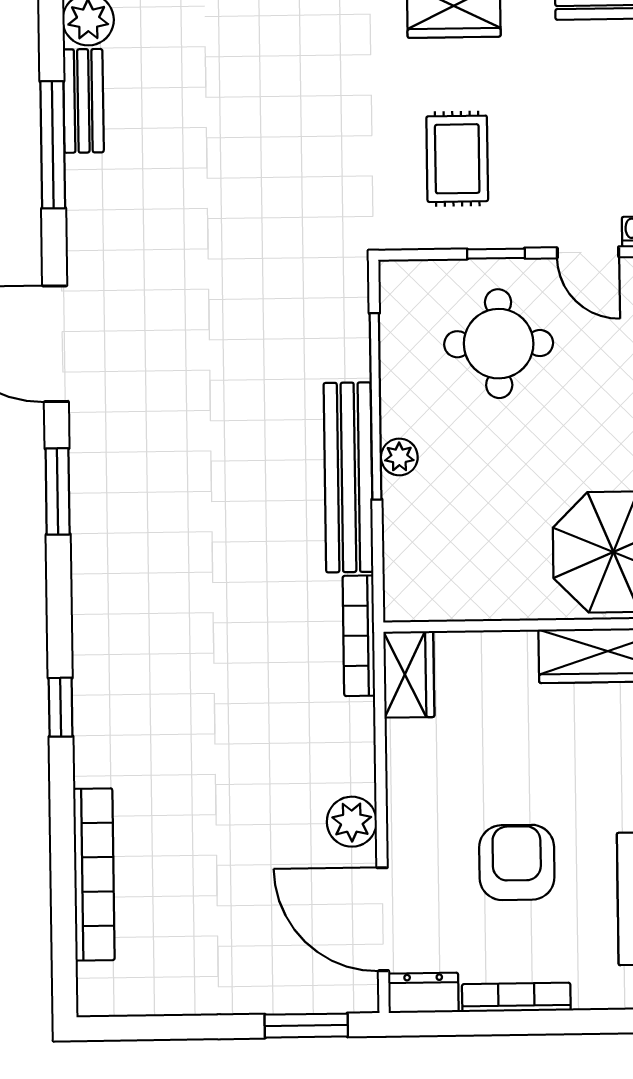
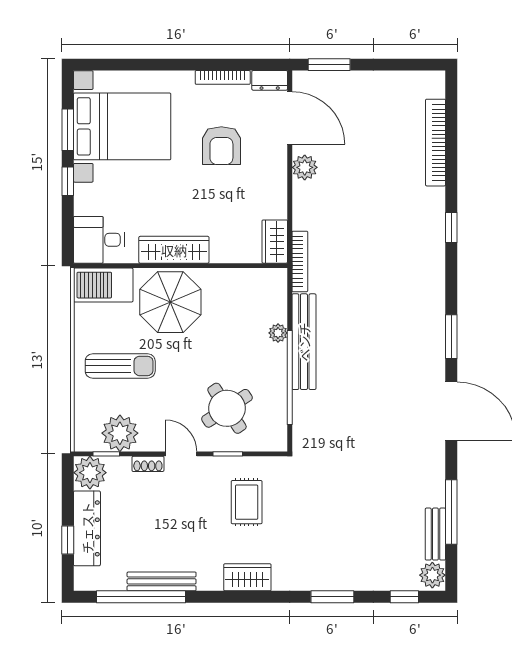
round table: (499, 344) -> (227, 408), turned -33
plant: (399, 457) -> (278, 333), moved

